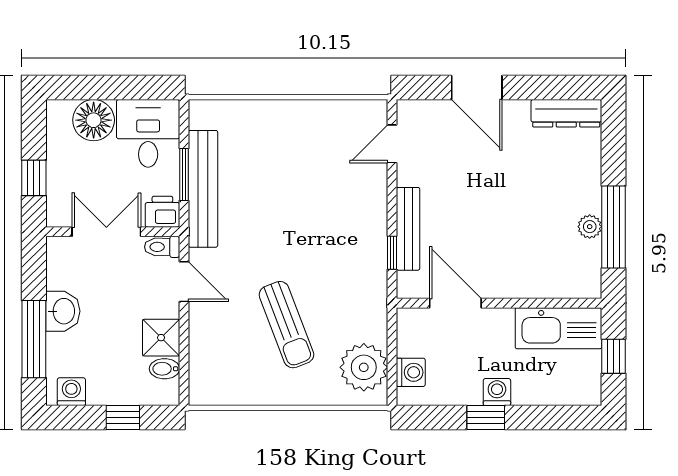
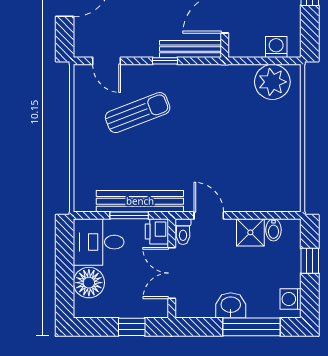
bench: (408, 229) -> (191, 49), moved
window: (392, 253) -> (165, 61), moved
door: (184, 282) -> (209, 215), hinge flipped
sun lounger: (286, 325) -> (138, 113), moved

